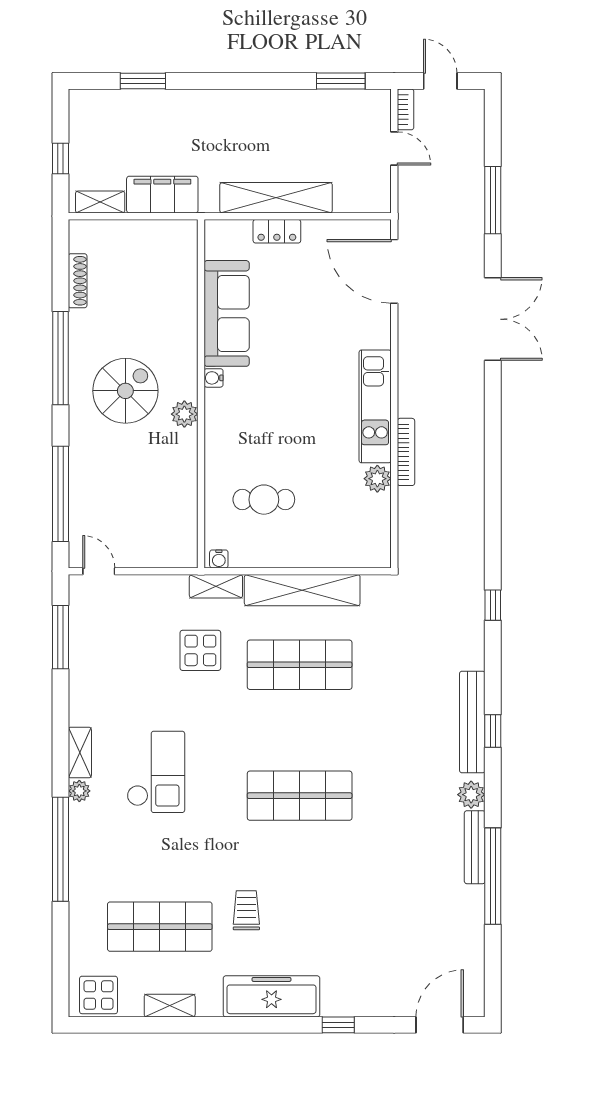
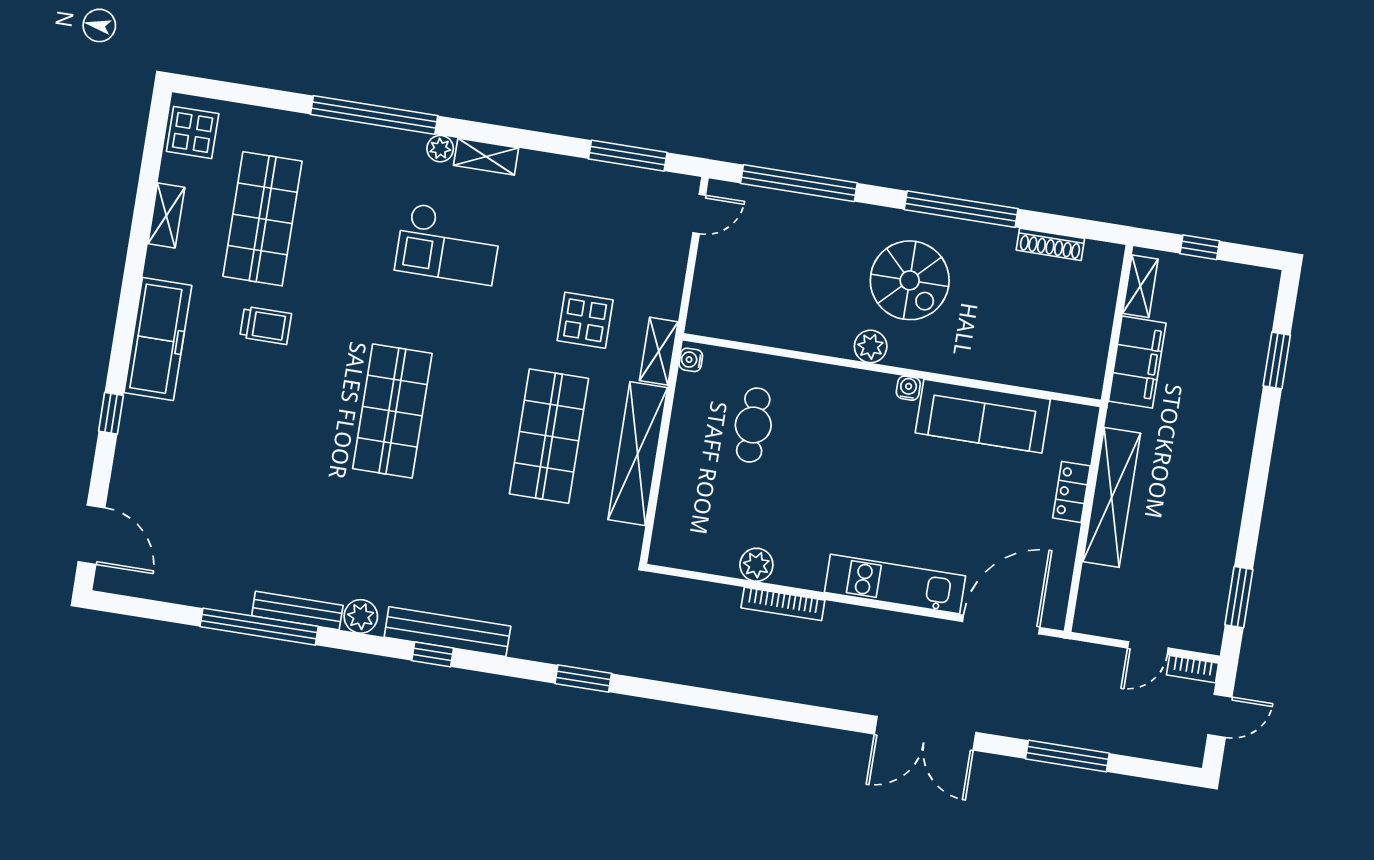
kitchen unit: (375, 406) -> (895, 584), moved
window: (493, 605) -> (583, 679), width x1.50

